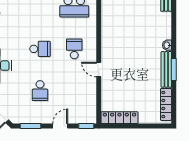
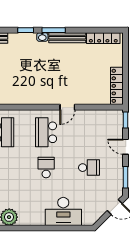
window: (174, 29) -> (26, 30), added
school desk: (74, 49) -> (46, 132), width x1.85
window: (174, 70) -> (54, 30), moved

